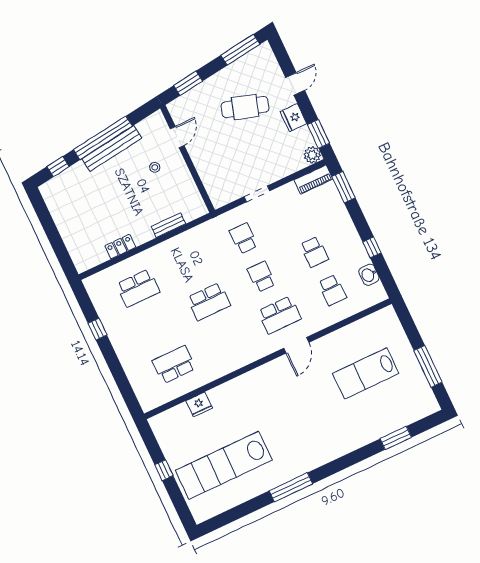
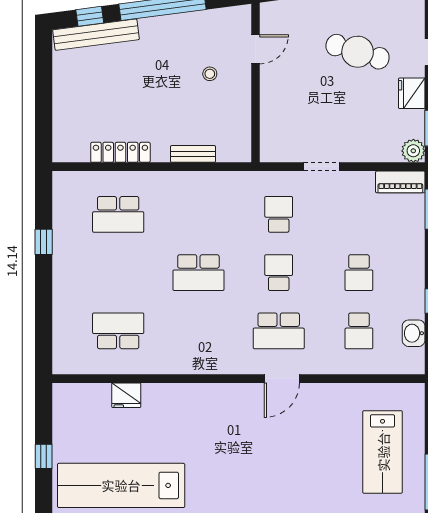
bench: (112, 148) -> (96, 35), moved
locker: (120, 247) -> (120, 152), width x1.53
lab bench: (366, 373) -> (383, 452), moved, turned -90

